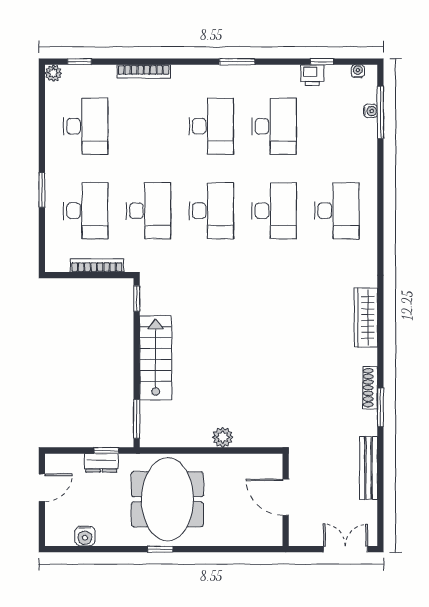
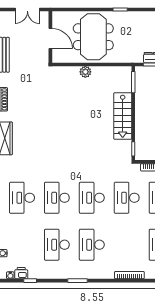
printer: (312, 75) -> (21, 273), moved
meeting table: (167, 499) -> (93, 37), moved
double door: (346, 549) -> (27, 10), moved

